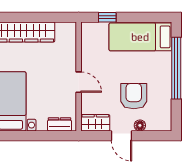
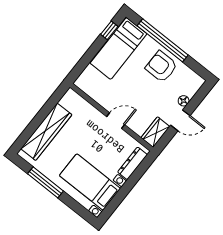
window: (107, 17) -> (109, 30), moved
armchair: (134, 96) -> (161, 67), moved
dresser: (60, 124) -> (132, 163), width x1.44

